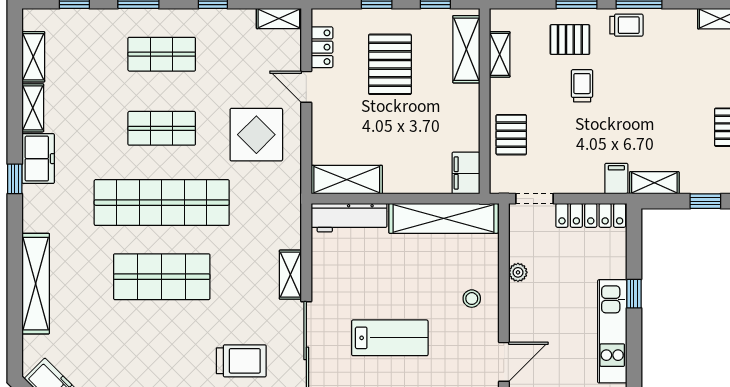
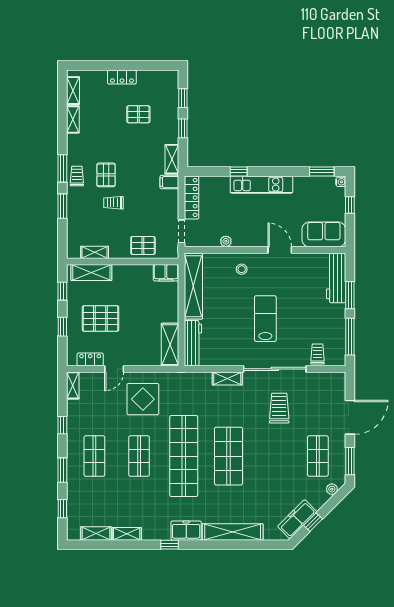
pallet: (570, 40) -> (106, 175), moved
freezer: (38, 159) -> (186, 531), moved

